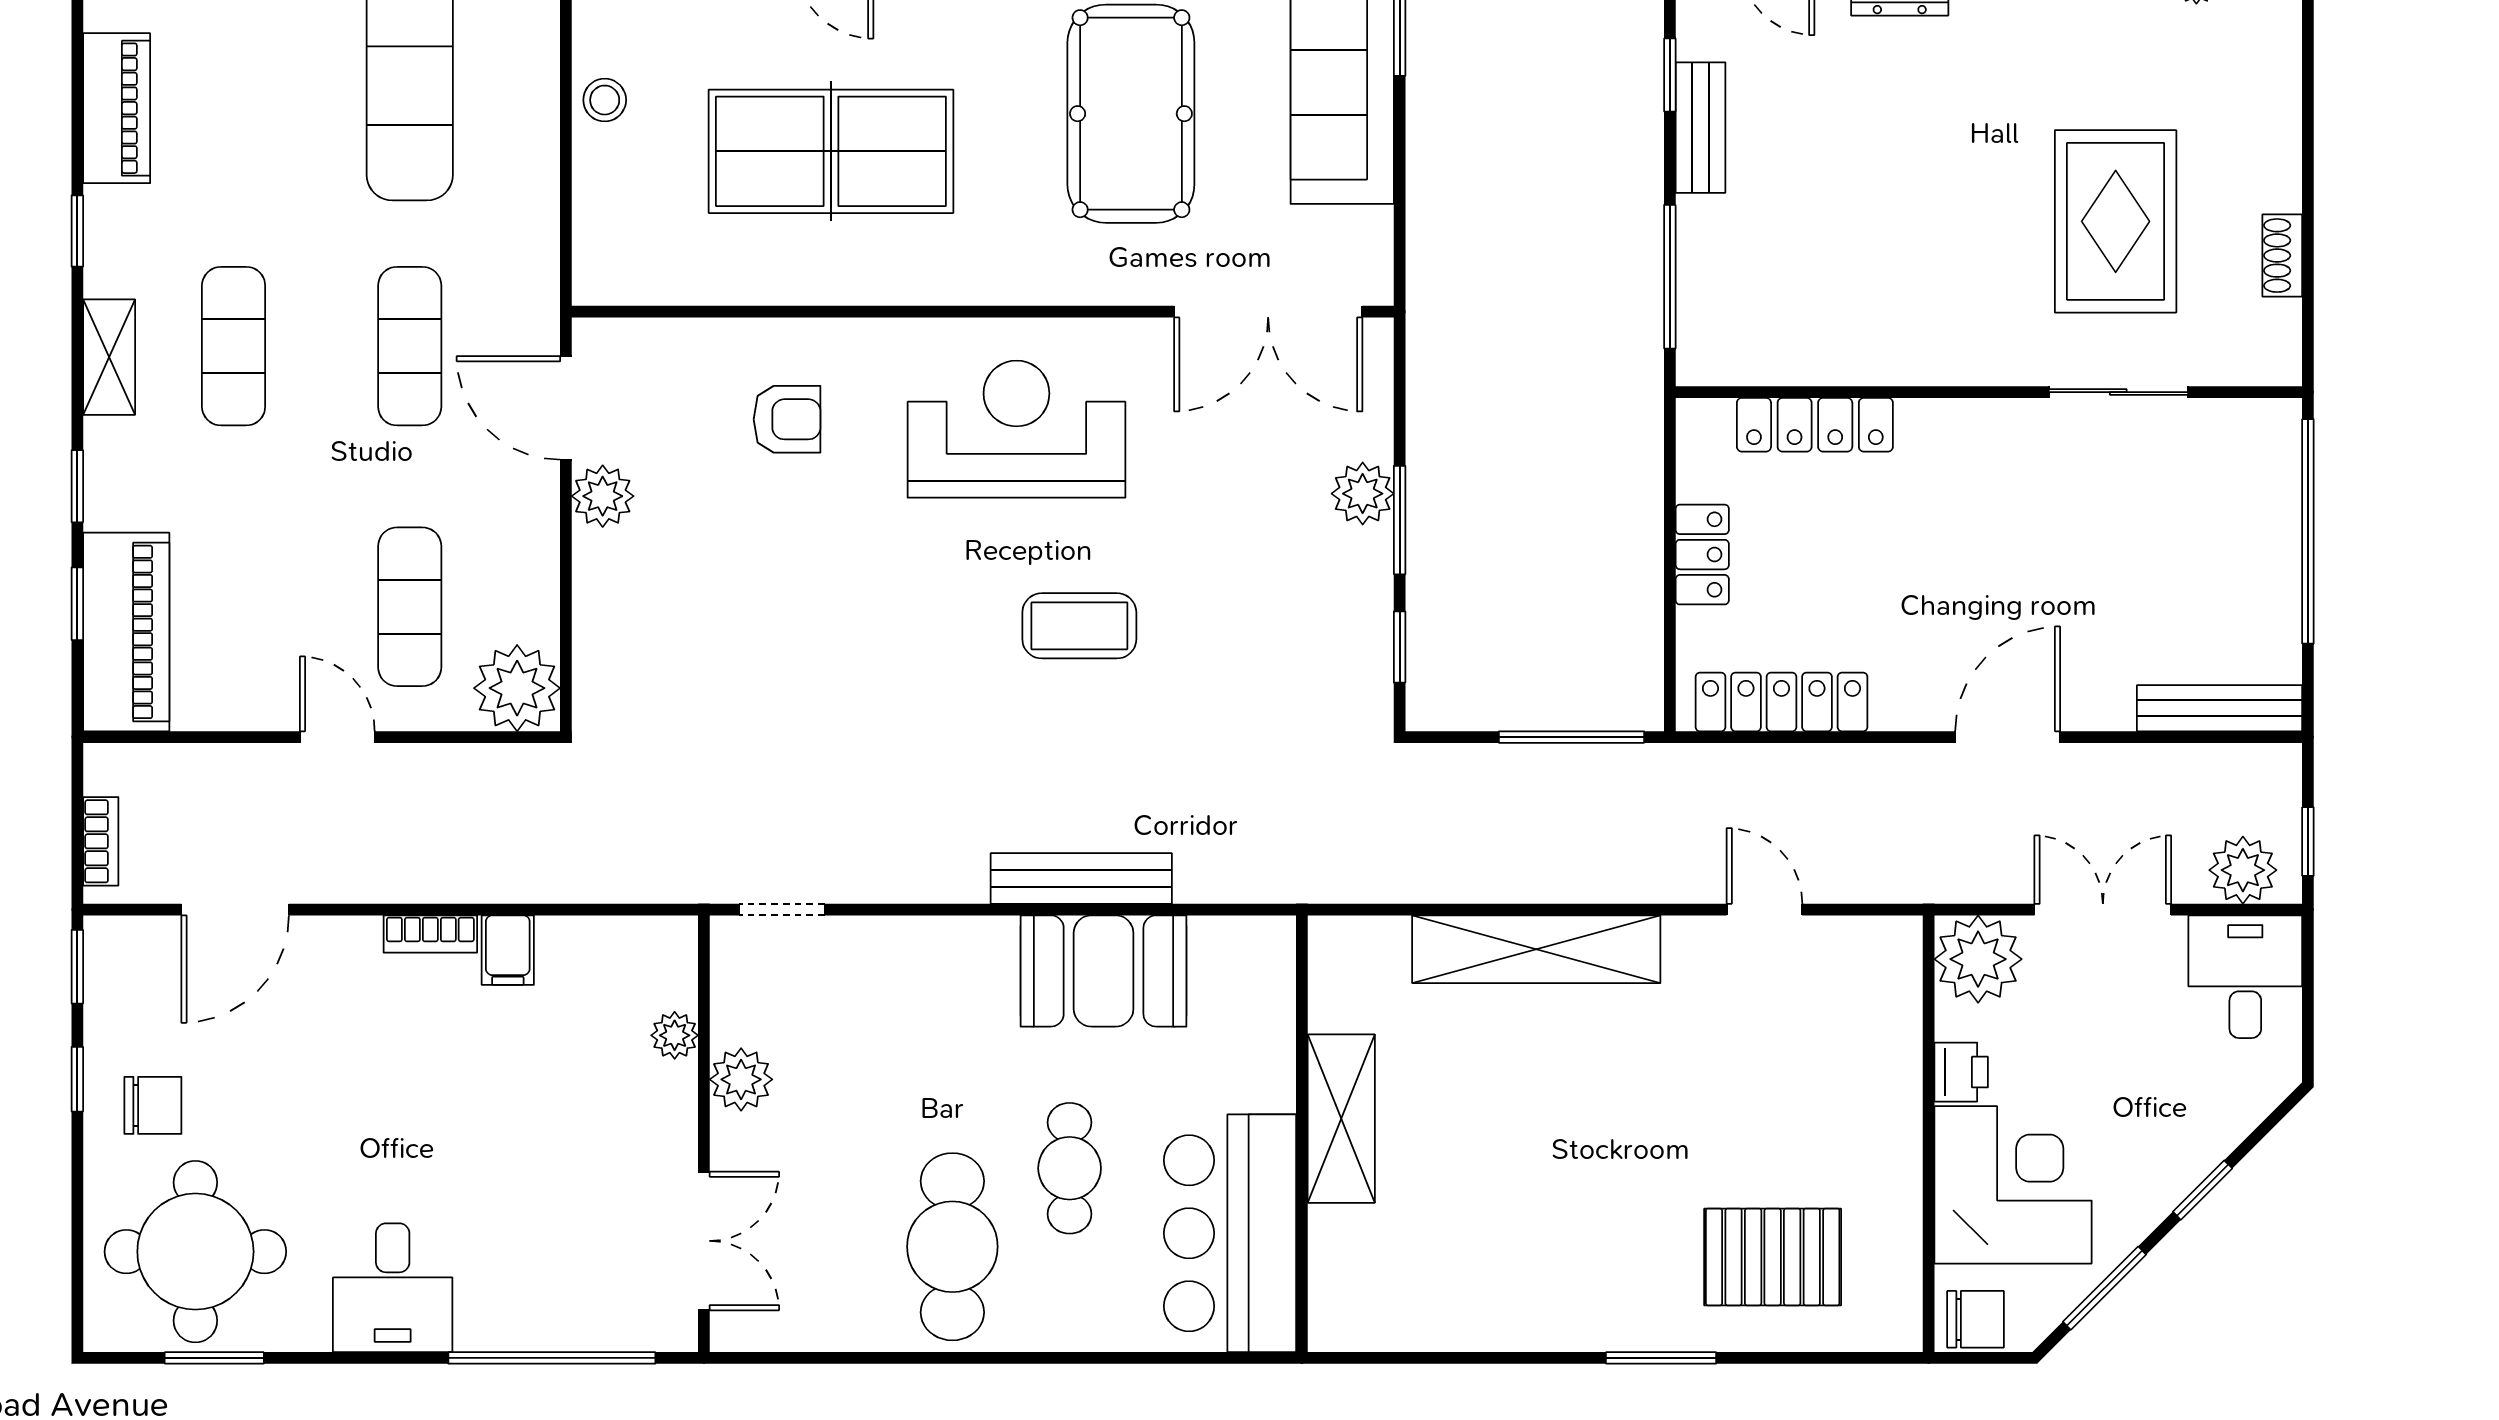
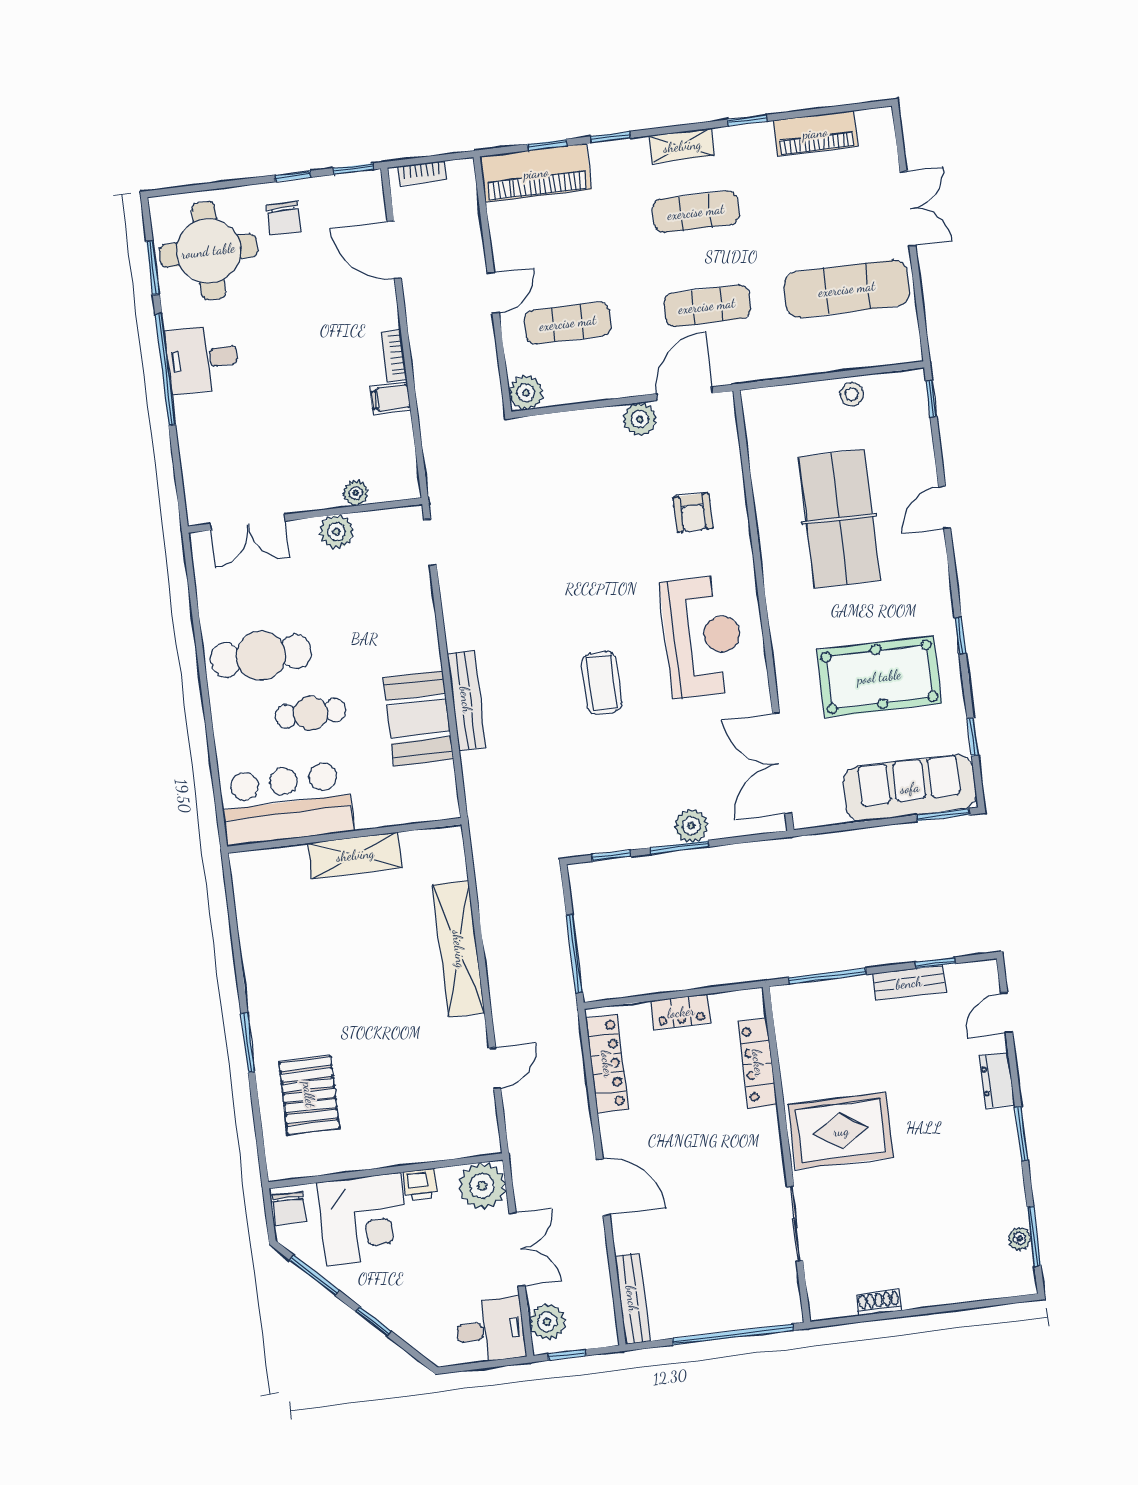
rug: (2116, 221) -> (841, 1131), moved
plant: (517, 688) -> (526, 393), width x0.73, depth x0.73
window: (552, 1358) -> (165, 369), moved

